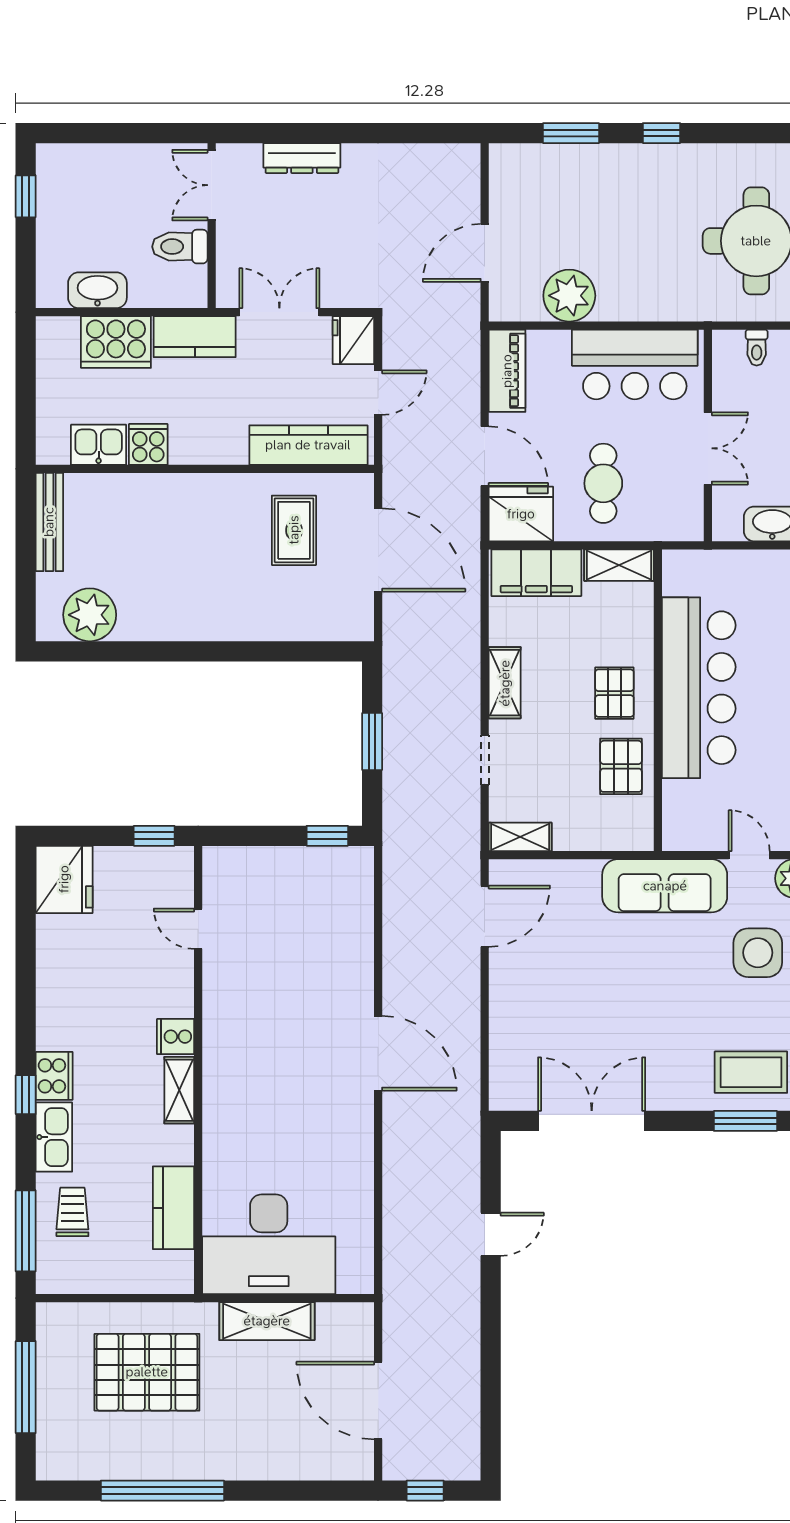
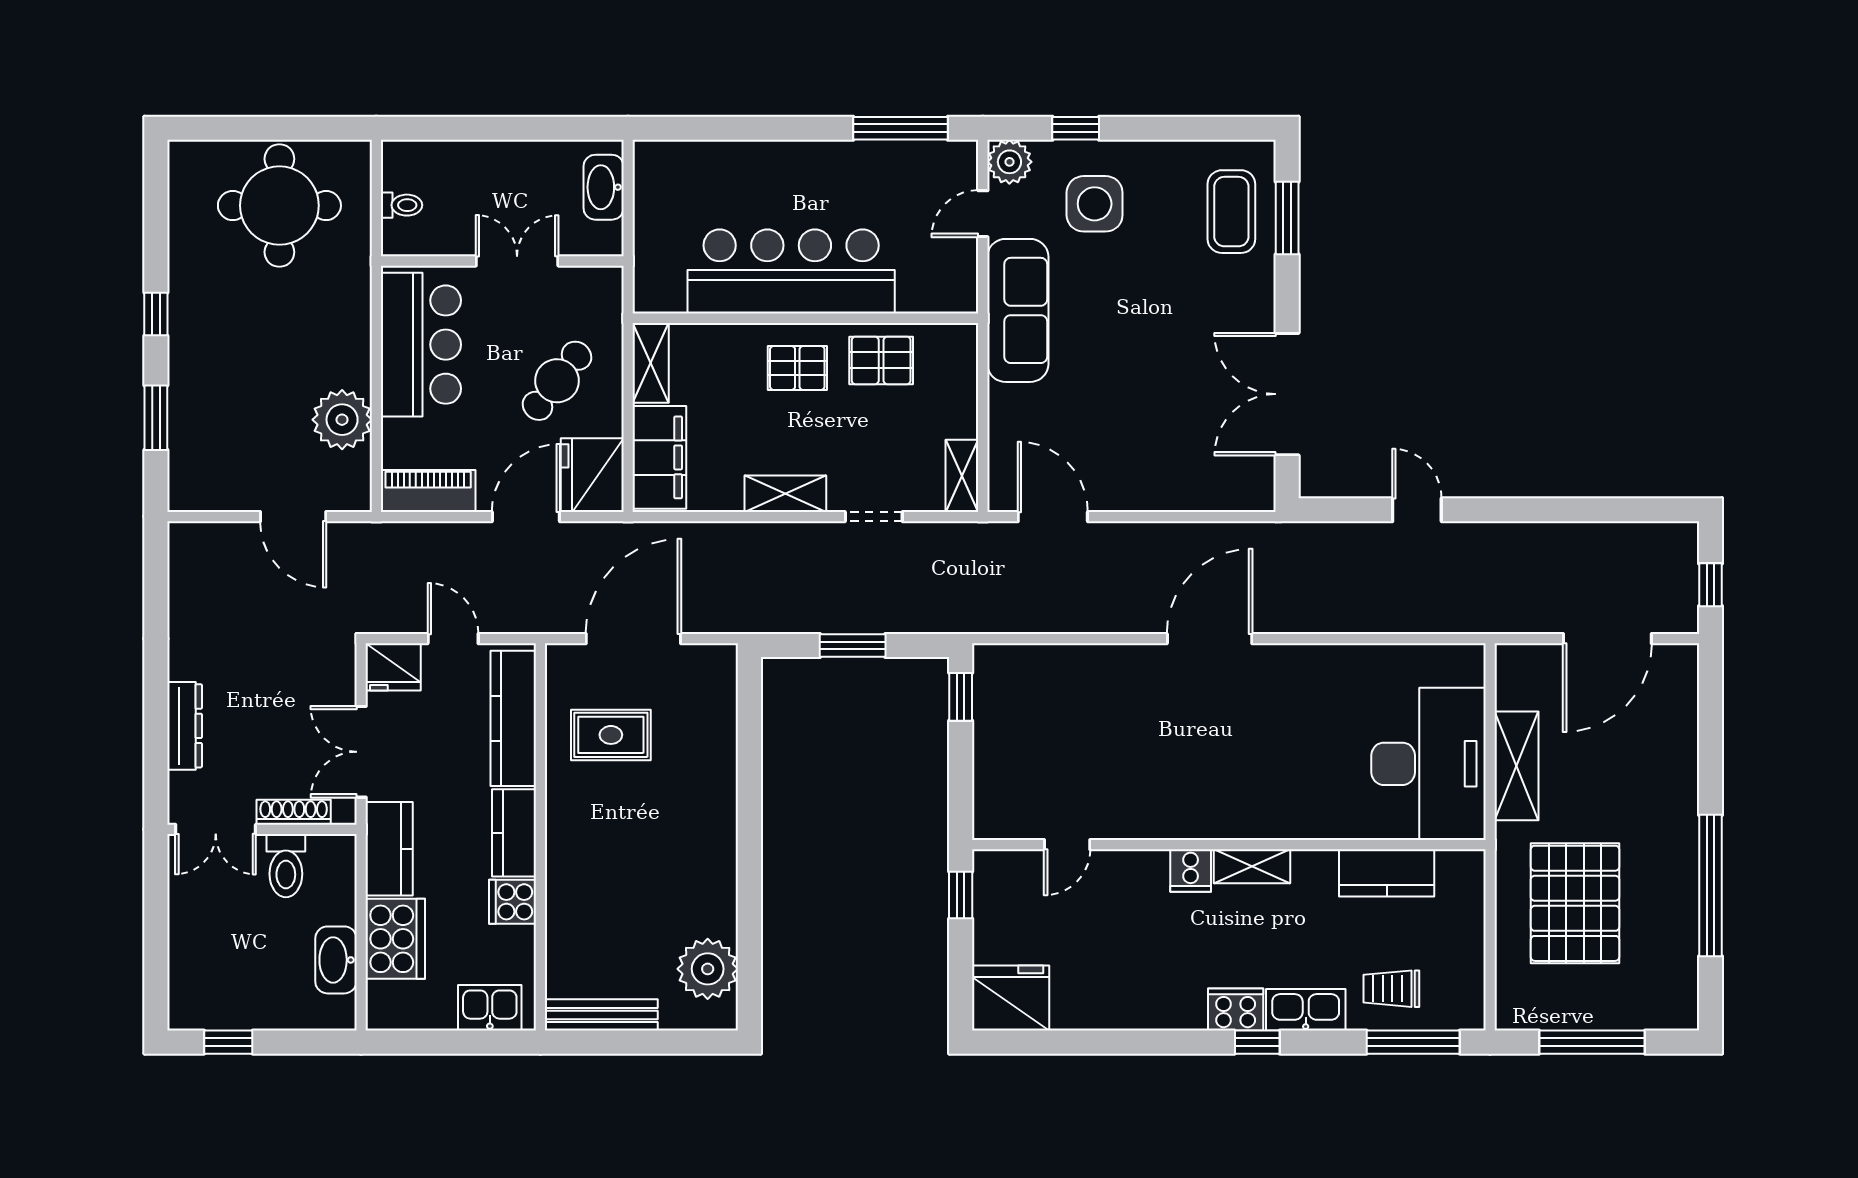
shoe rack: (227, 253) -> (294, 812), added
kitchen sink: (99, 445) -> (490, 1008), moved, turned 90
kitchen counter: (208, 446) -> (514, 833), added
cafe table: (603, 483) -> (557, 381), turned -52

